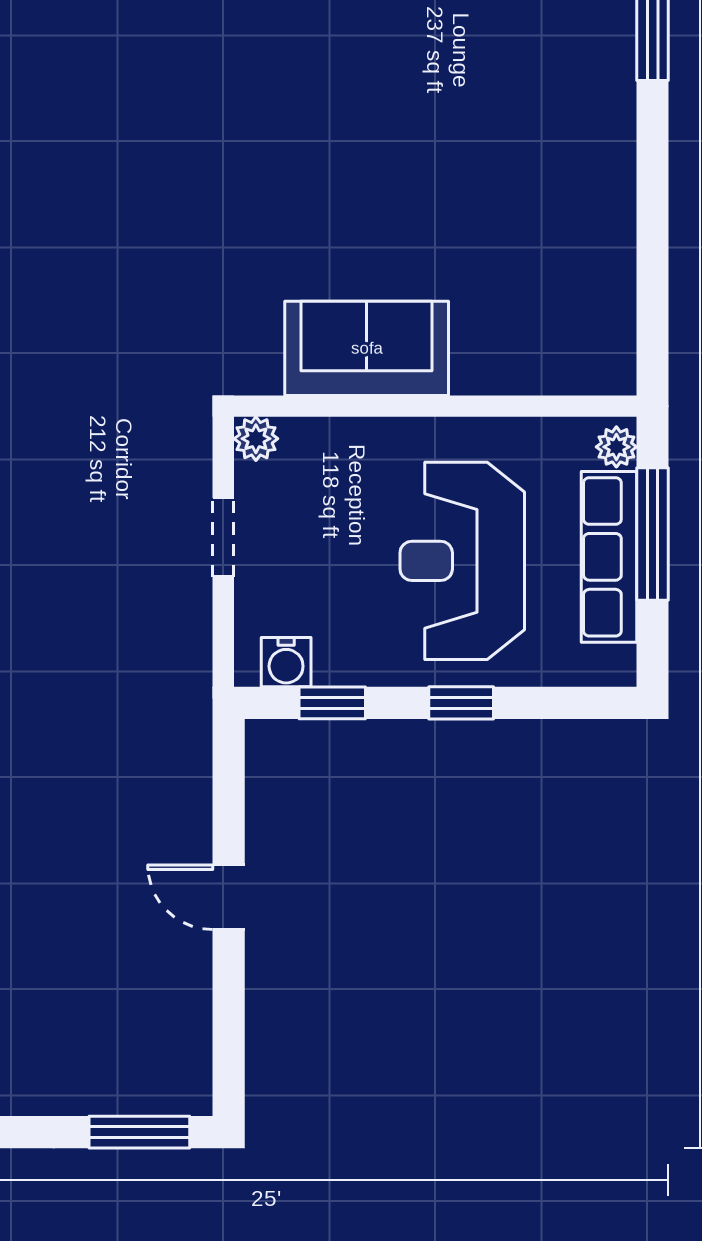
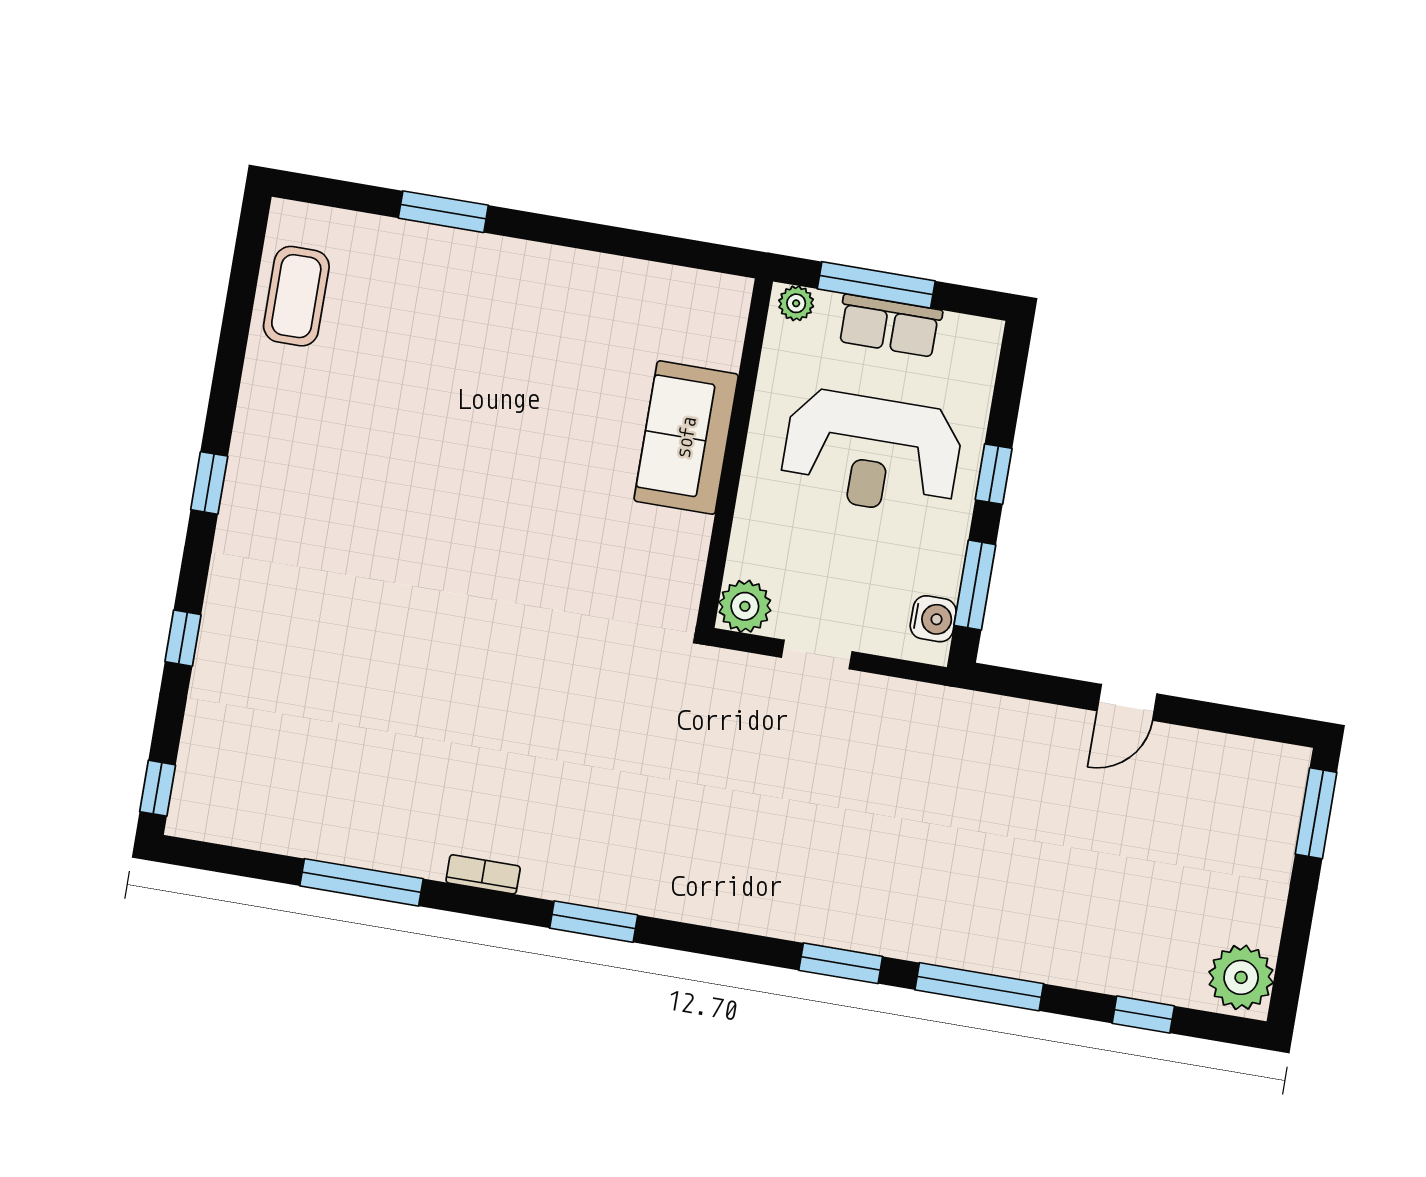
sofa: (367, 348) -> (686, 438), moved
plant: (256, 439) -> (745, 606), width x1.38, depth x1.38
row of seats: (609, 557) -> (890, 326), width x0.68
window: (332, 703) -> (975, 585), width x1.50

